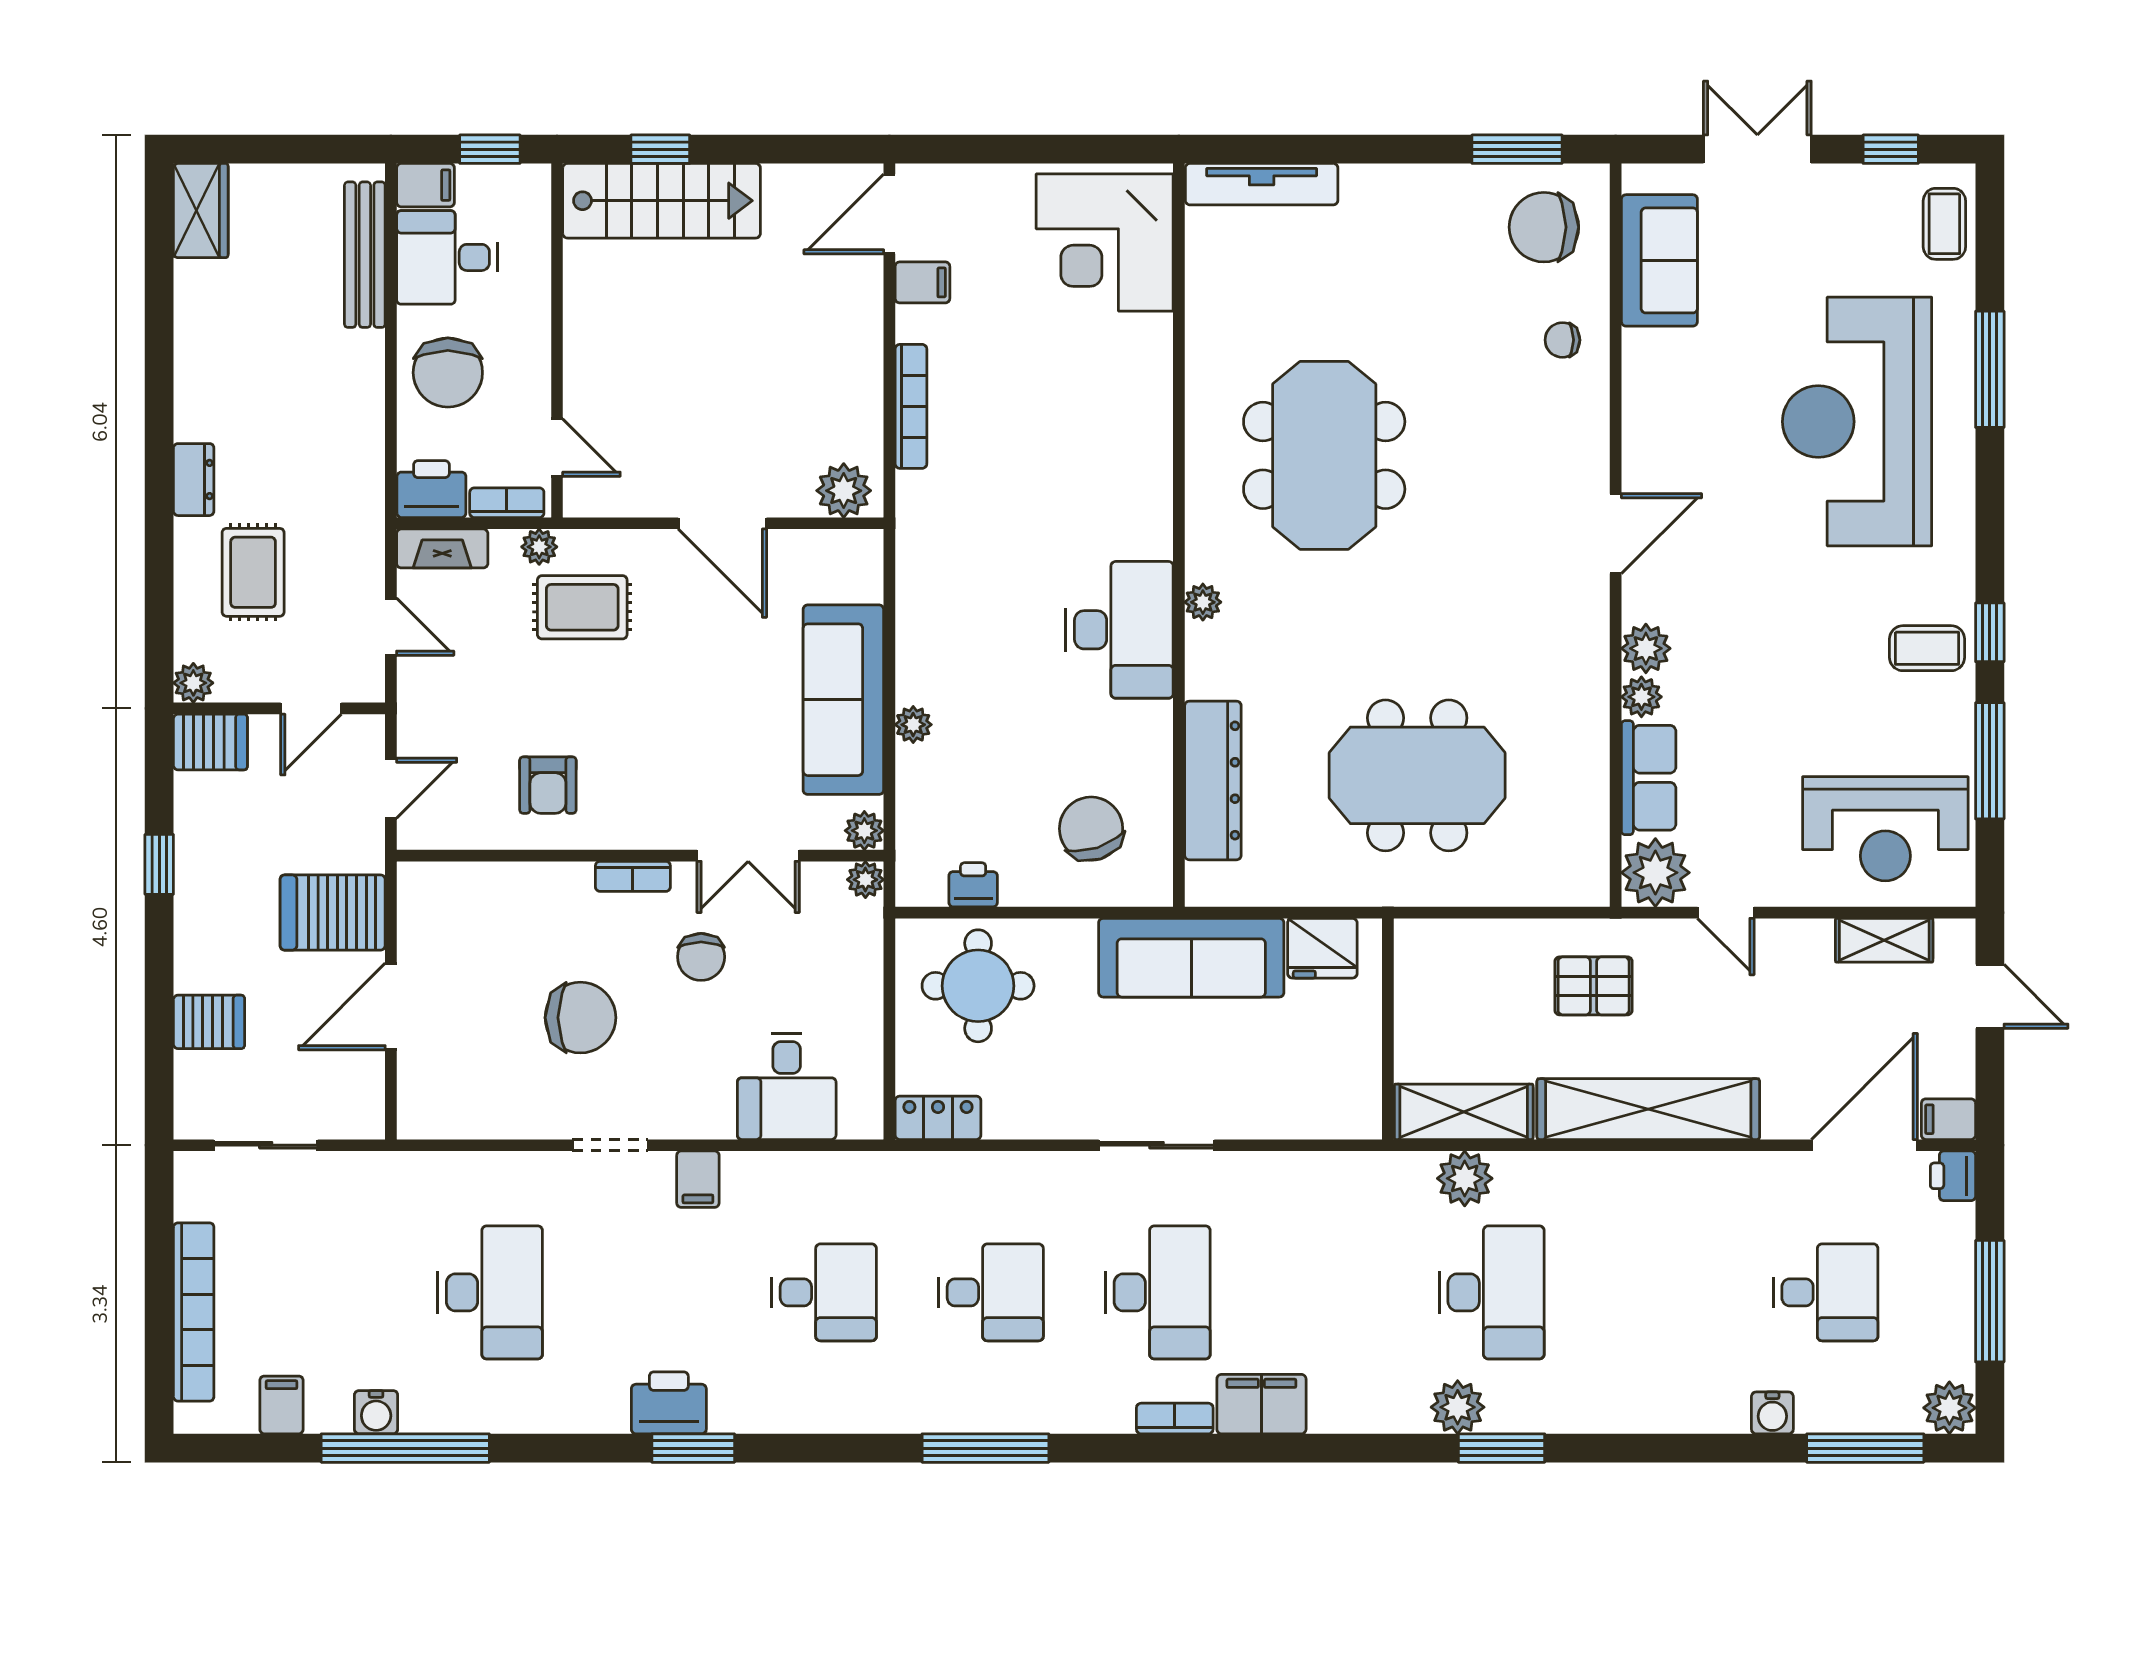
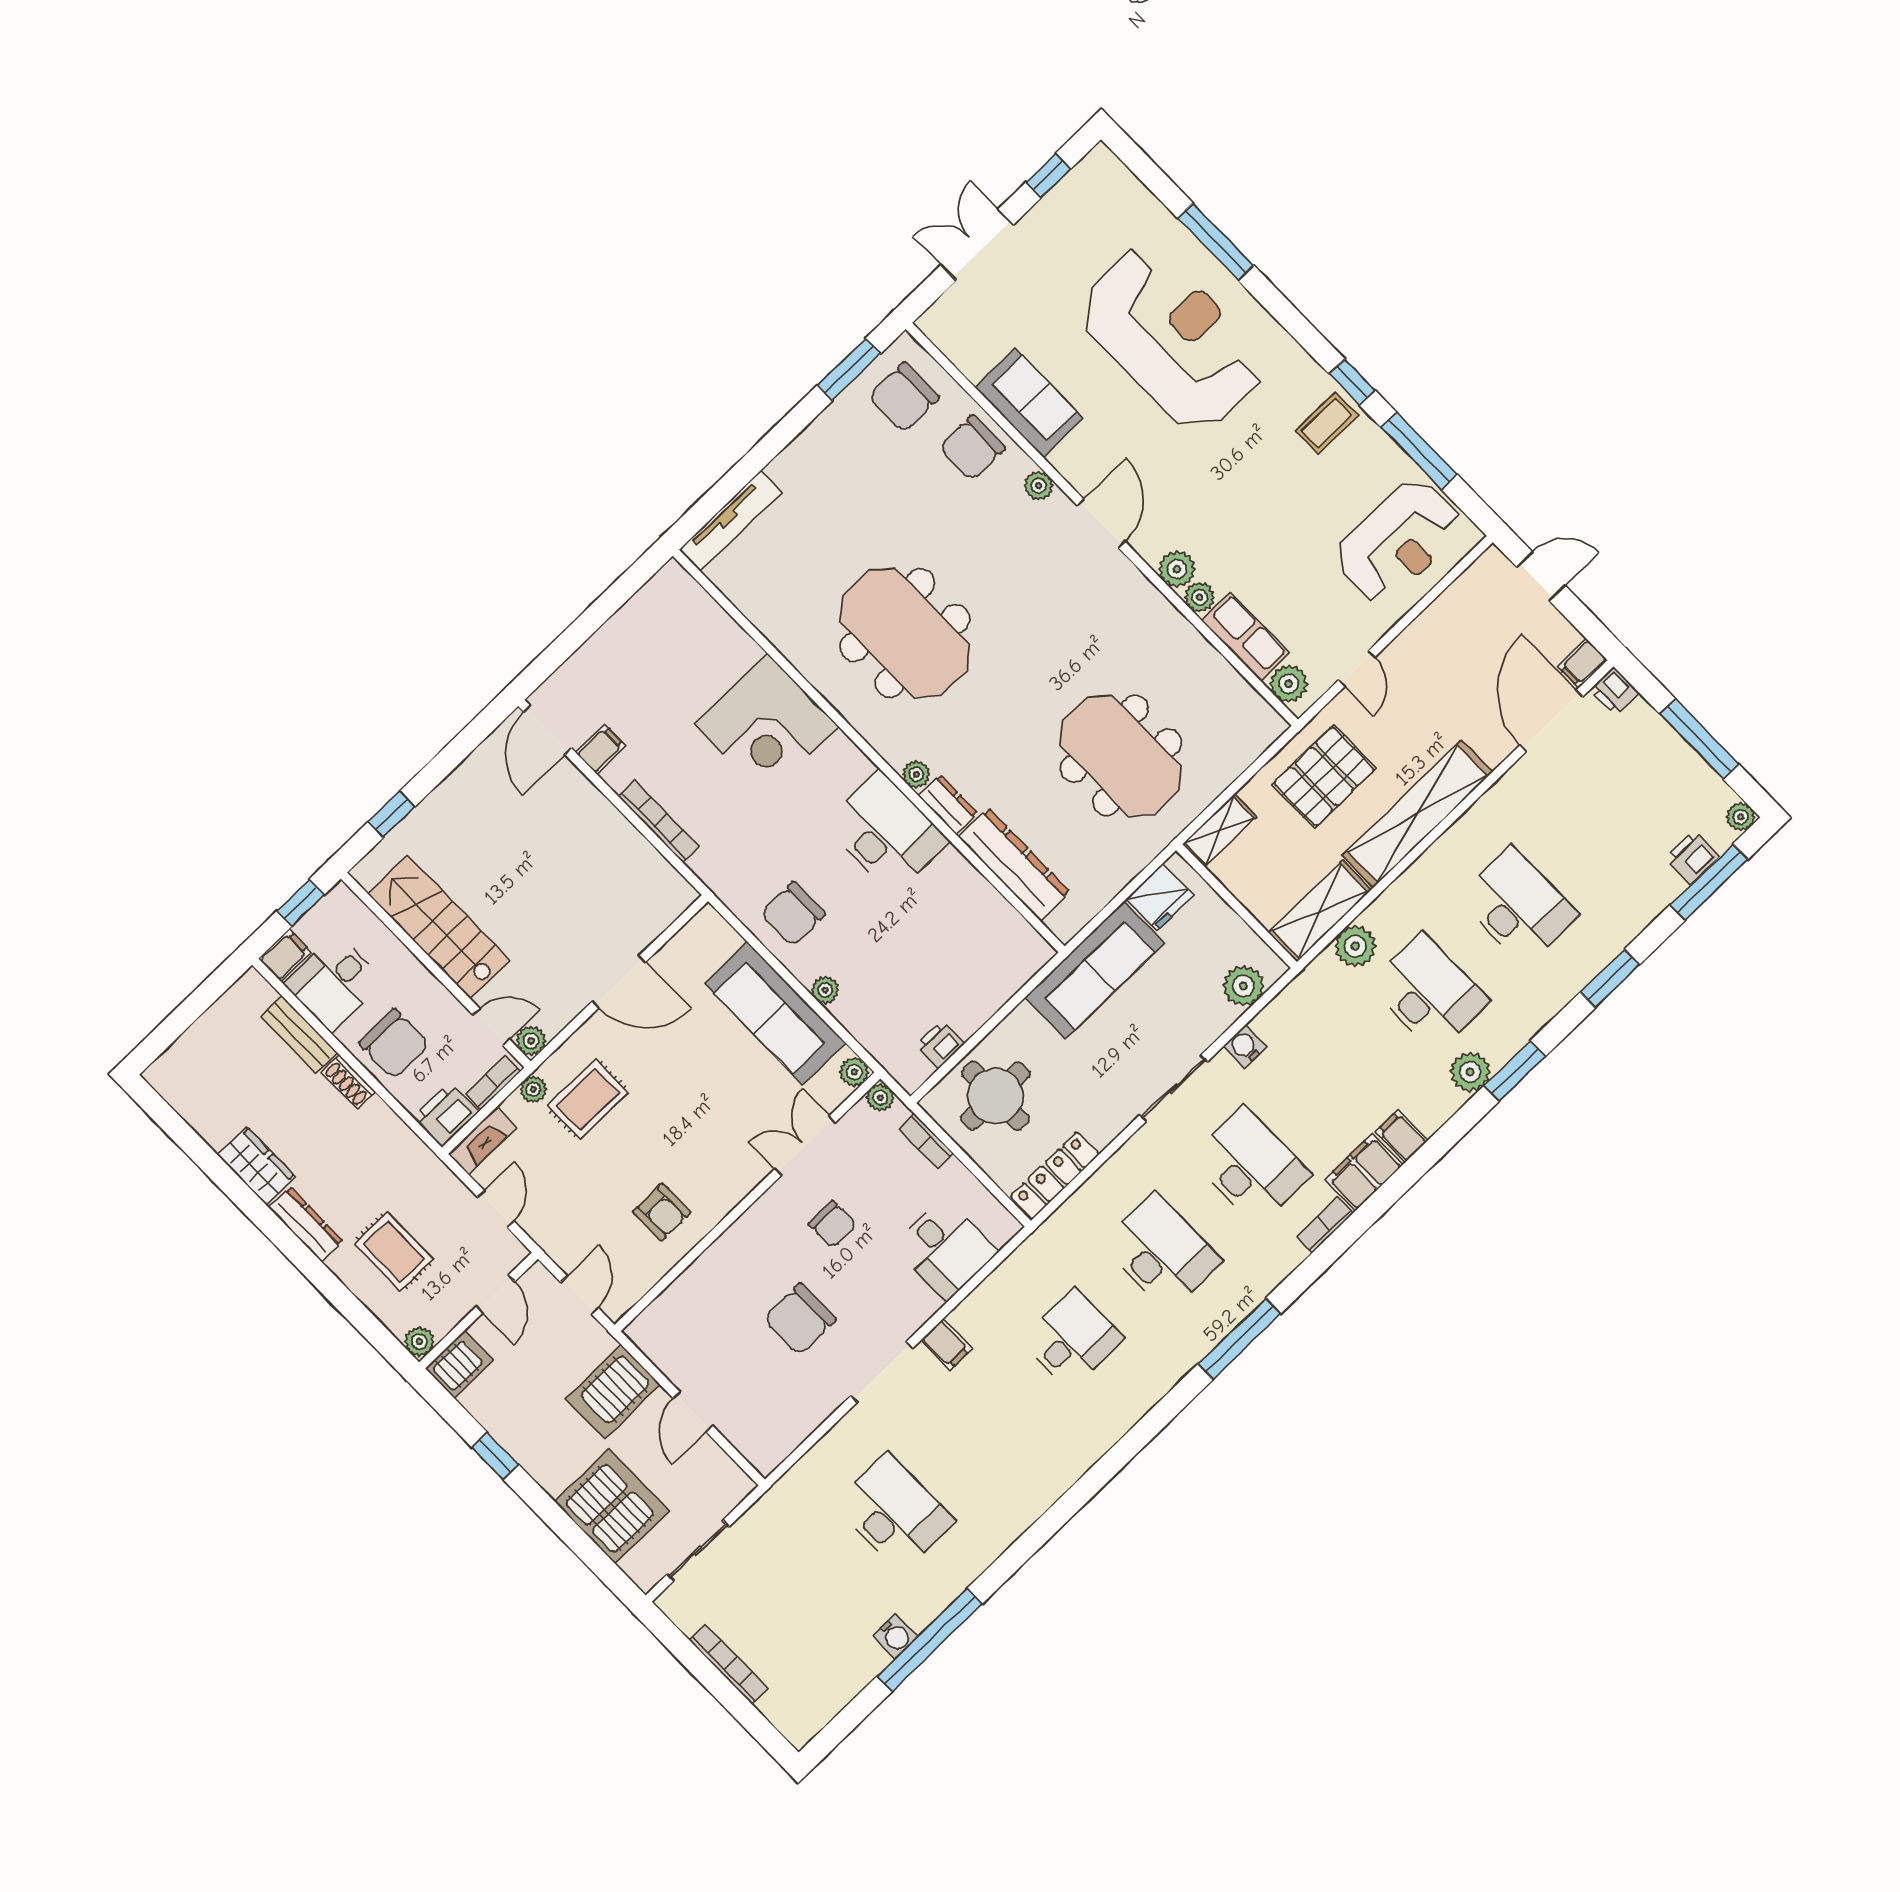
stairs: (662, 201) -> (439, 927), moved, turned -90
wardrobe: (201, 211) -> (256, 1166), moved
coffee table: (1944, 224) -> (1116, 188), removed
corner desk: (1105, 243) -> (767, 725), moved
bench: (365, 255) -> (299, 1034), width x0.73
sofa: (1659, 260) -> (1029, 403), moved
chair: (1562, 340) -> (972, 448), width x1.87, depth x1.87
shoe rack: (368, 366) -> (348, 1082), added
reception desk: (1857, 422) -> (1172, 338), turned 180
plant: (1591, 439) -> (1038, 486), added
dresser: (194, 480) -> (306, 1224), width x1.44
plant: (844, 491) -> (531, 1041), moved, width x0.73, depth x0.73
door: (391, 627) -> (496, 1209), hinge flipped
dresser: (1205, 661) -> (948, 804), added
meeting table: (1417, 775) -> (1121, 756), turned 90
chair: (1091, 829) -> (793, 914), moved, turned -72
double door: (748, 856) -> (805, 1146), swing flipped
plant: (1655, 873) -> (1289, 684), width x0.73, depth x0.73
bookcase: (633, 876) -> (926, 1141), moved, turned 90
door: (1726, 913) -> (1357, 669), hinge flipped
shelving: (1884, 940) -> (1220, 831), moved
pallet: (1594, 986) -> (1324, 776), width x1.50, depth x1.42
door: (391, 1007) -> (693, 1412), width x0.73
chair: (580, 1018) -> (800, 1319), turned 180
server rack: (209, 1022) -> (612, 1506), width x2.18, depth x1.44
plant: (1320, 1112) -> (1243, 986), added
locker: (938, 1118) -> (1055, 1175), width x1.53
doorway: (610, 1145) -> (882, 1372), width x1.38
desk: (991, 1292) -> (1162, 1253), width x1.37
desk: (1826, 1292) -> (1518, 906), moved, width x1.37
bookcase: (194, 1312) -> (729, 1664), width x0.68, depth x0.76
printer: (669, 1403) -> (1692, 858), moved, width x0.73, depth x0.81
filing cabinet: (281, 1405) -> (1402, 1136), moved
plant: (1949, 1408) -> (1741, 817), width x0.73, depth x0.73
water cooler: (1772, 1413) -> (1245, 1047), moved, turned 180
window: (693, 1448) -> (1610, 978), moved

